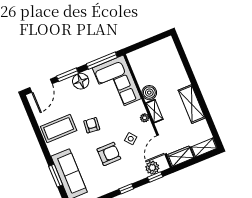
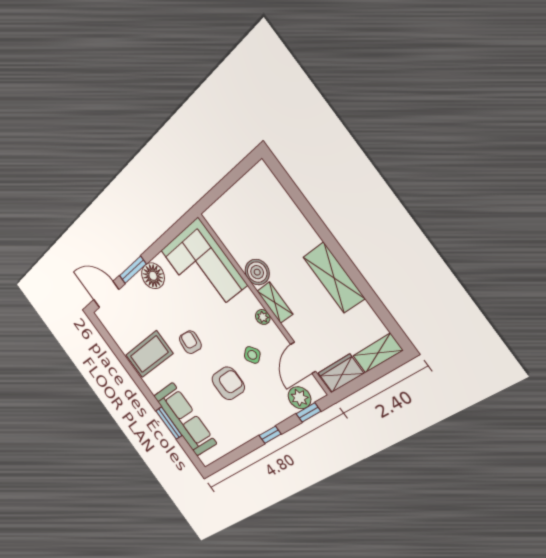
window: (102, 61) -> (170, 235), removed
door: (41, 86) -> (106, 295), swing flipped

